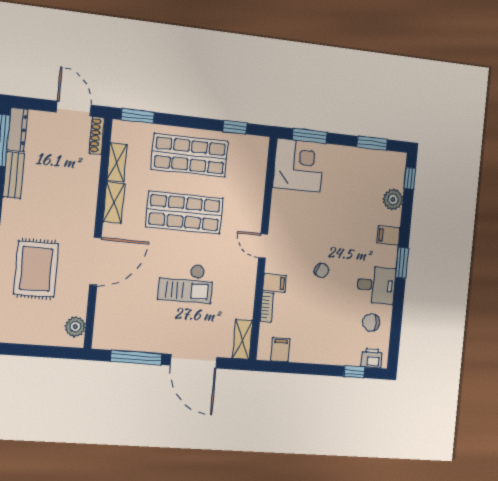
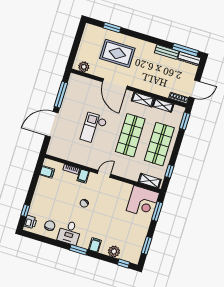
shelving: (242, 339) -> (150, 181), moved

